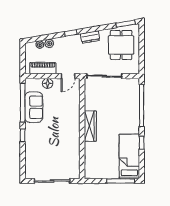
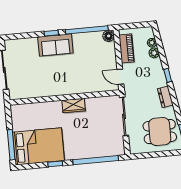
floor lamp: (48, 83) -> (109, 36), moved
sofa: (34, 107) -> (55, 45), moved
wardrobe: (90, 126) -> (74, 105), width x0.67
bed: (129, 156) -> (38, 146), width x1.50

